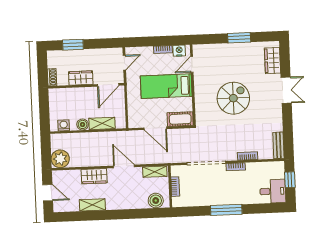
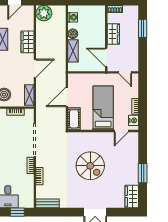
wardrobe: (272, 61) -> (132, 197), moved, turned -90
door: (192, 64) -> (121, 131), swing flipped

